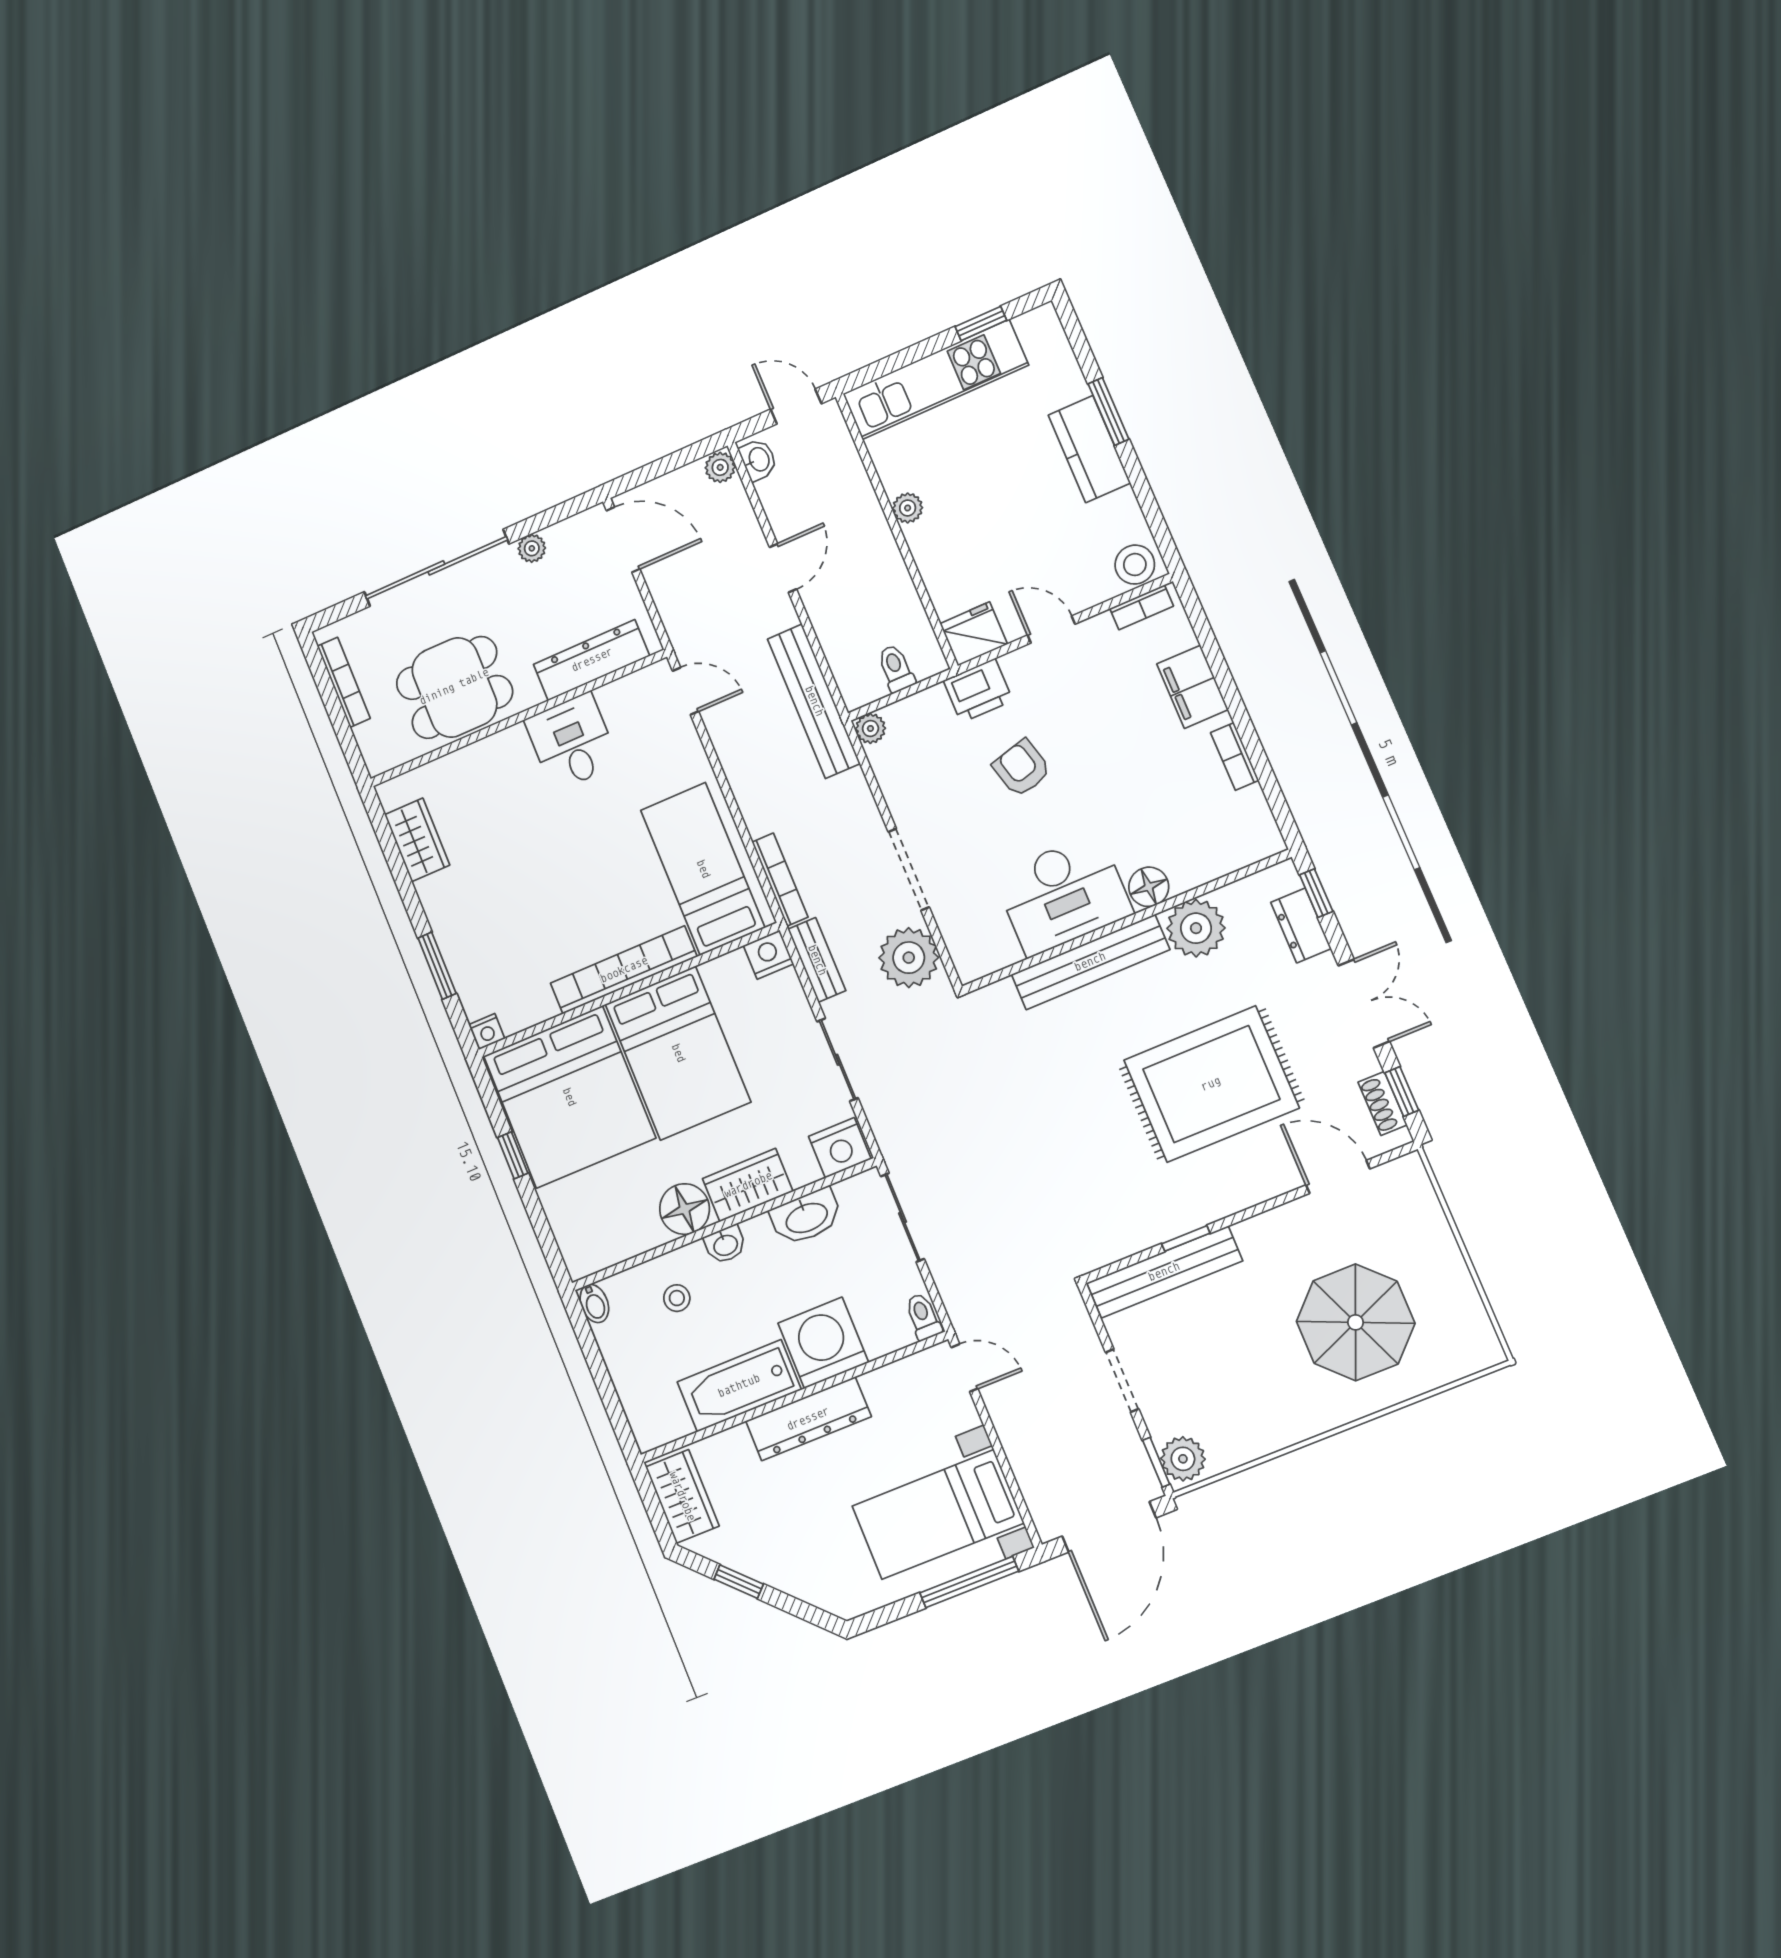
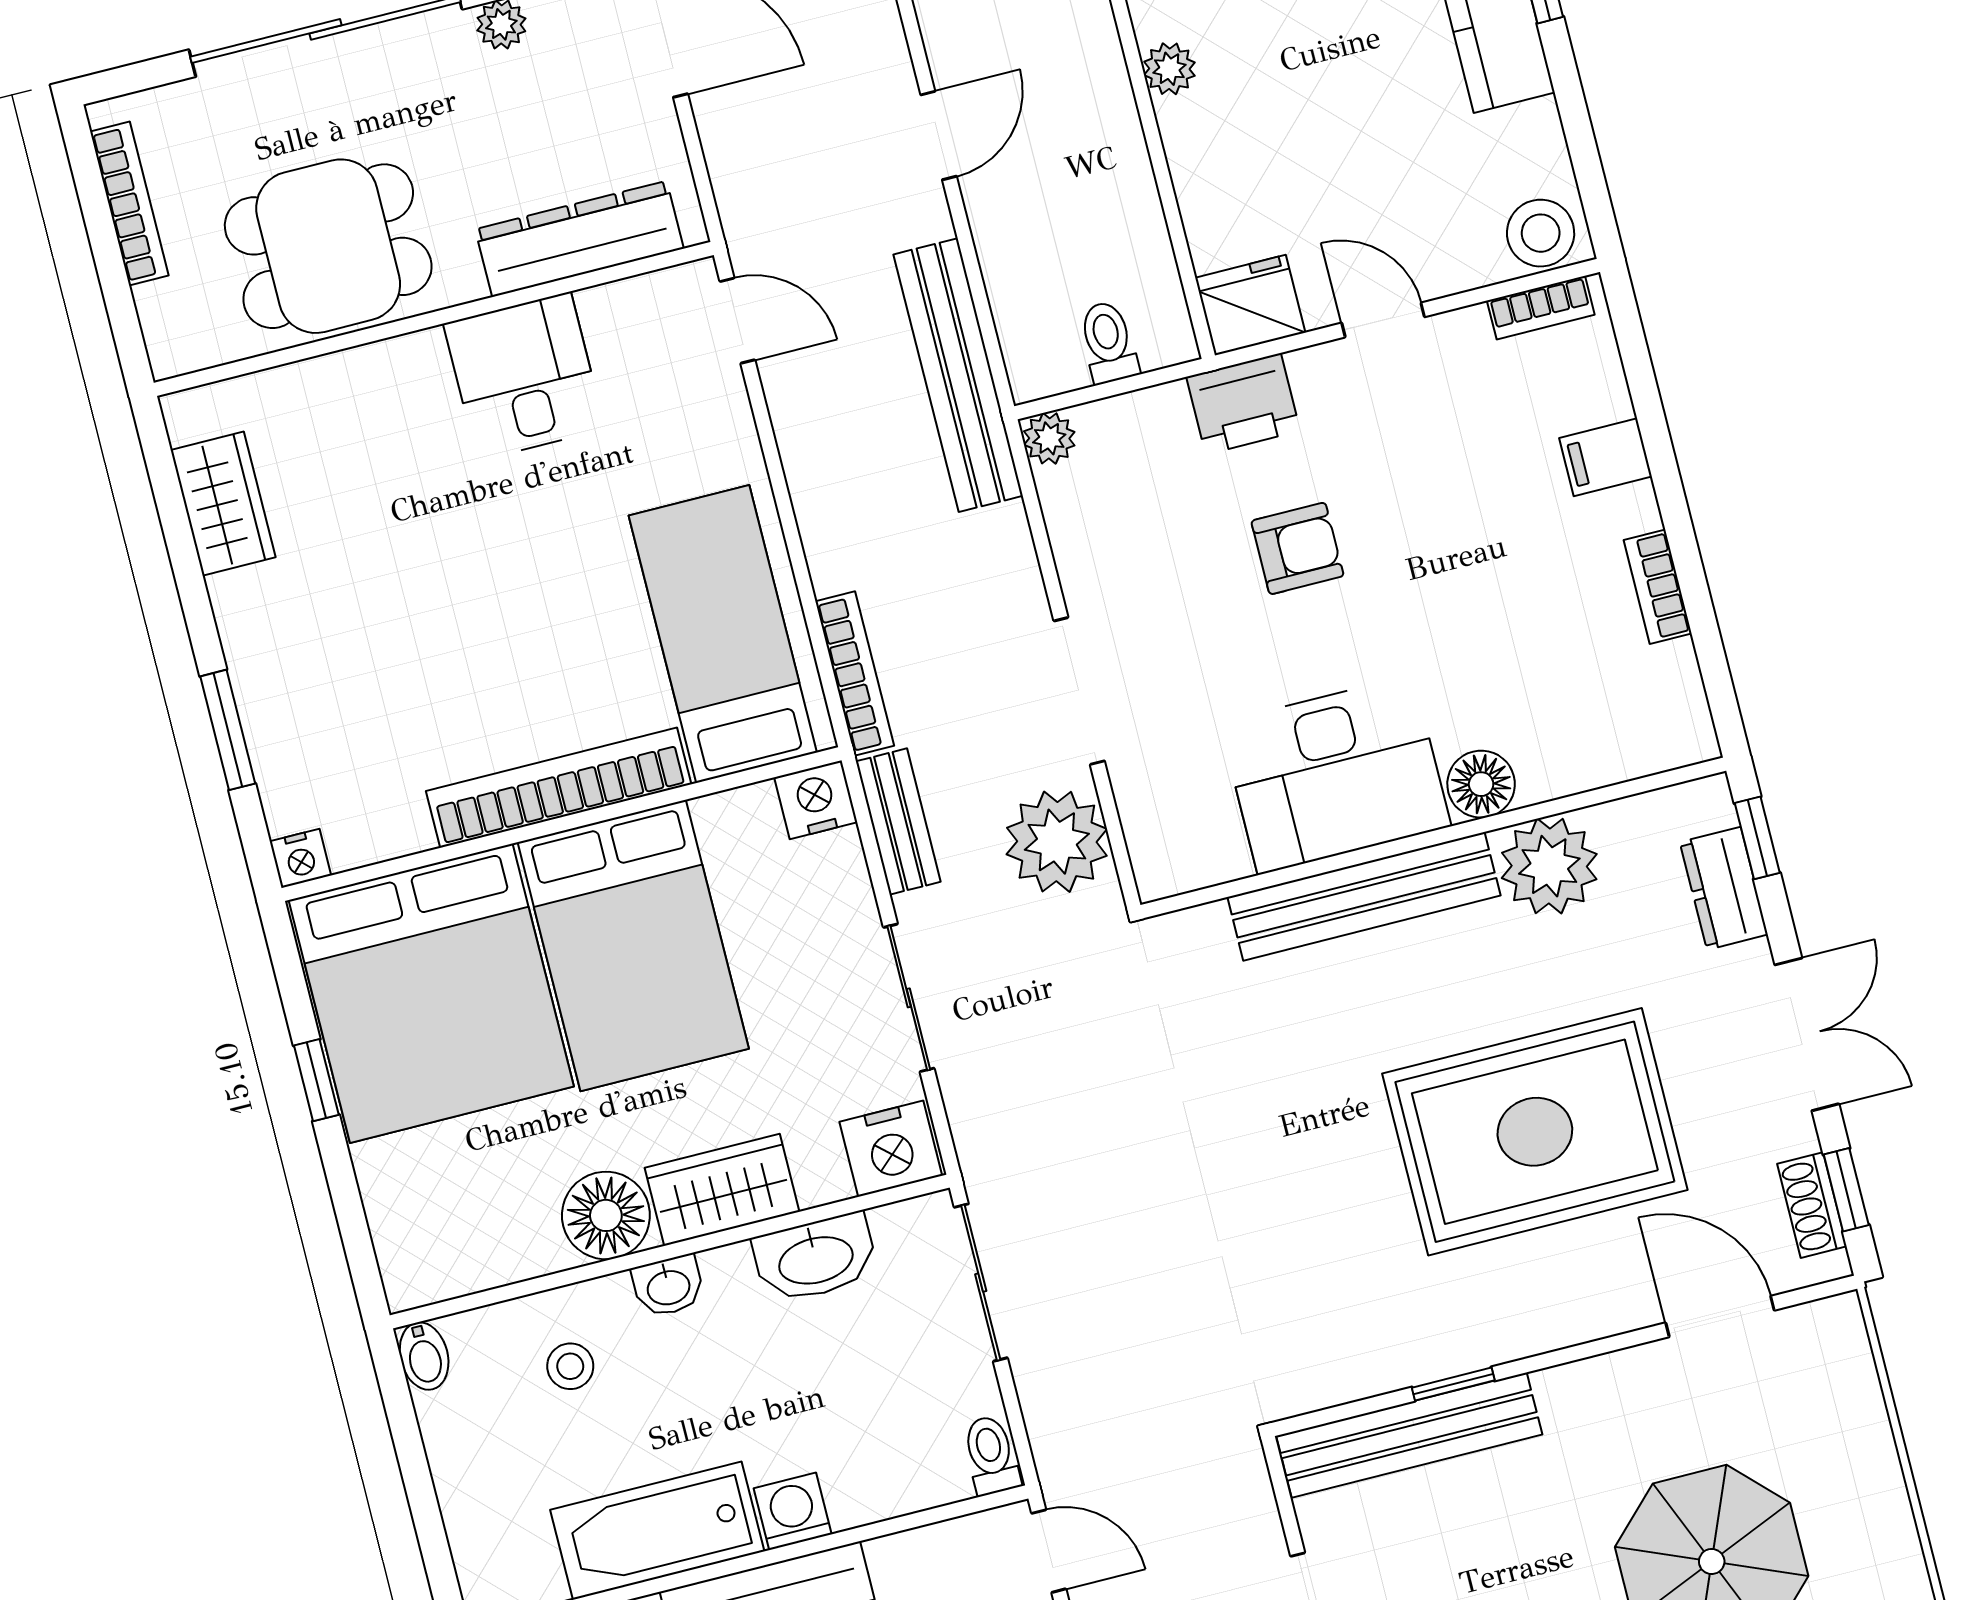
filing cabinet: (1193, 687) -> (1606, 457), width x0.50
armchair: (1022, 768) -> (1297, 548), turned 105
washing machine: (823, 1343) -> (793, 1511), width x0.53, depth x0.53

